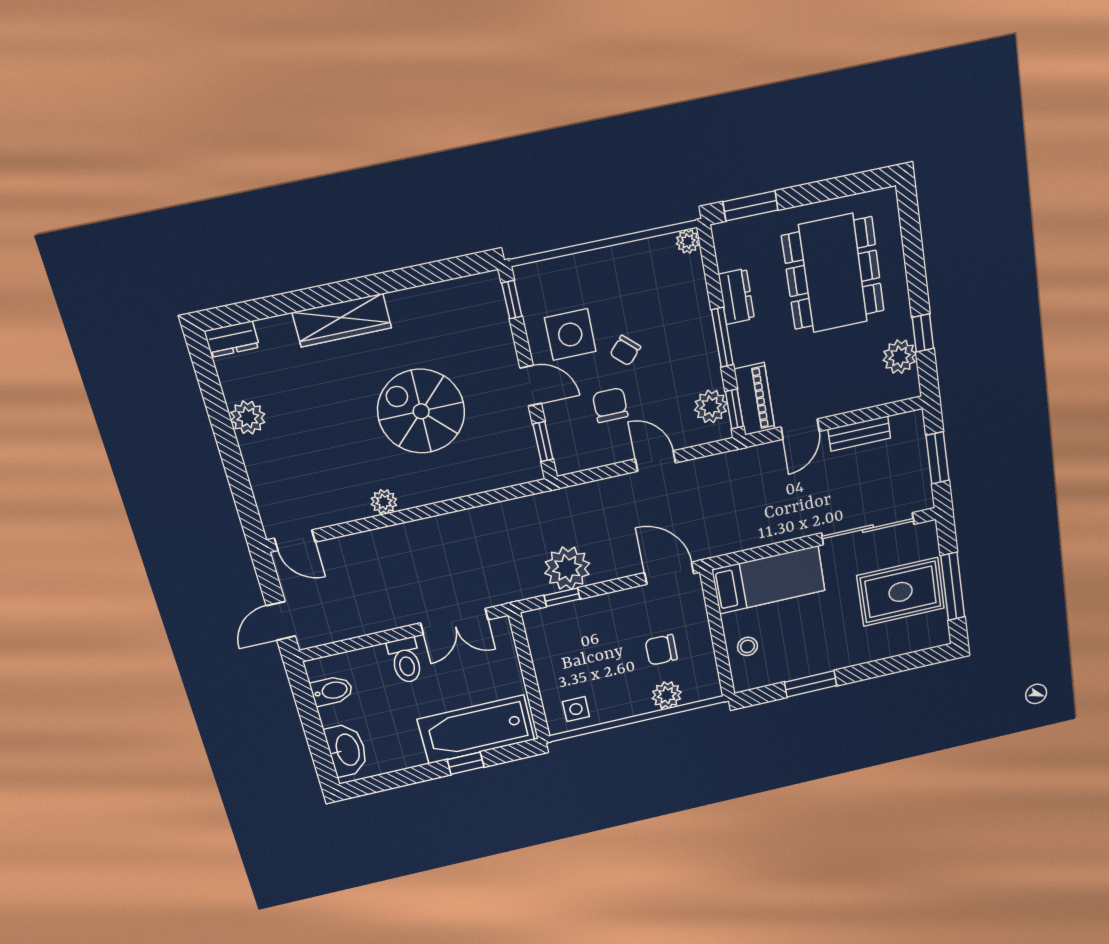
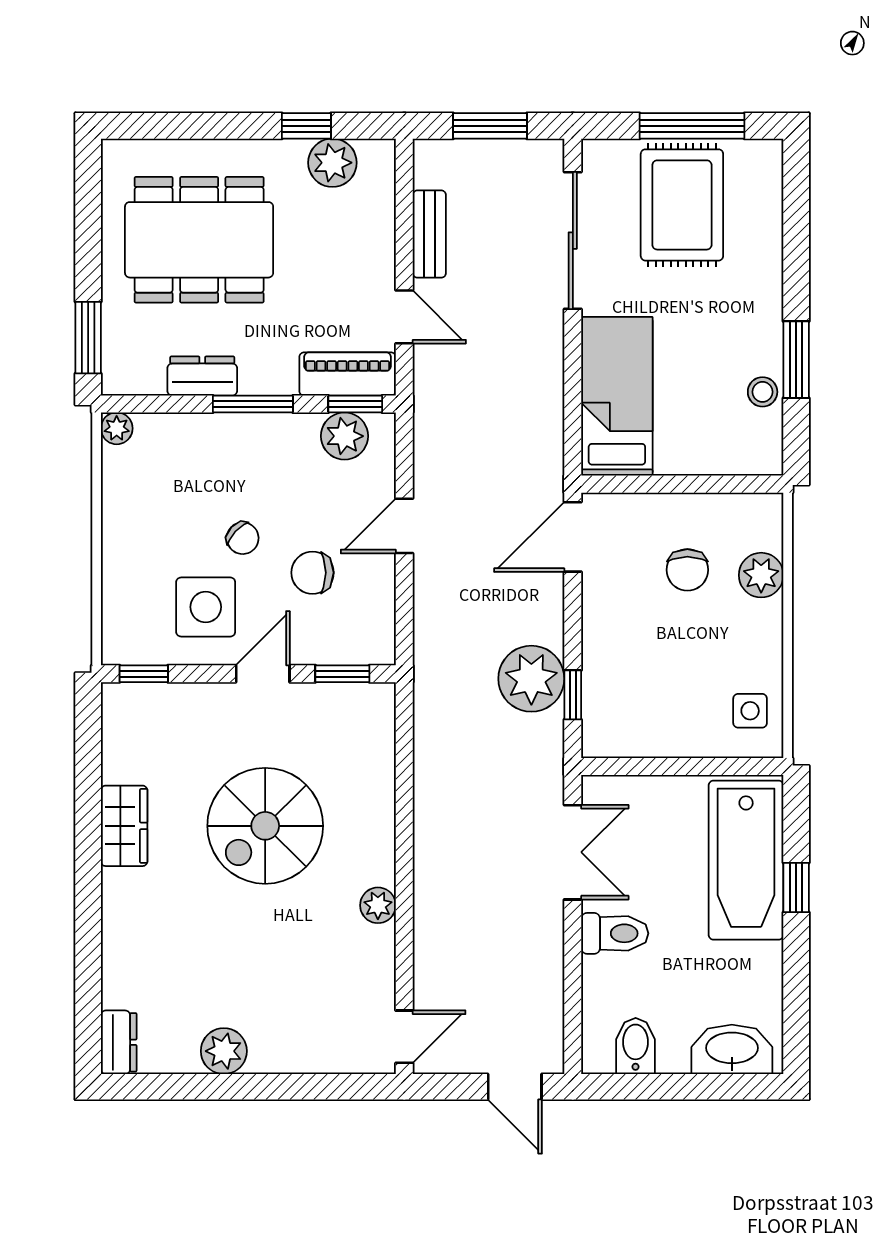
wardrobe: (342, 320) -> (124, 826), moved, width x0.67
stool: (747, 646) -> (763, 392), moved

